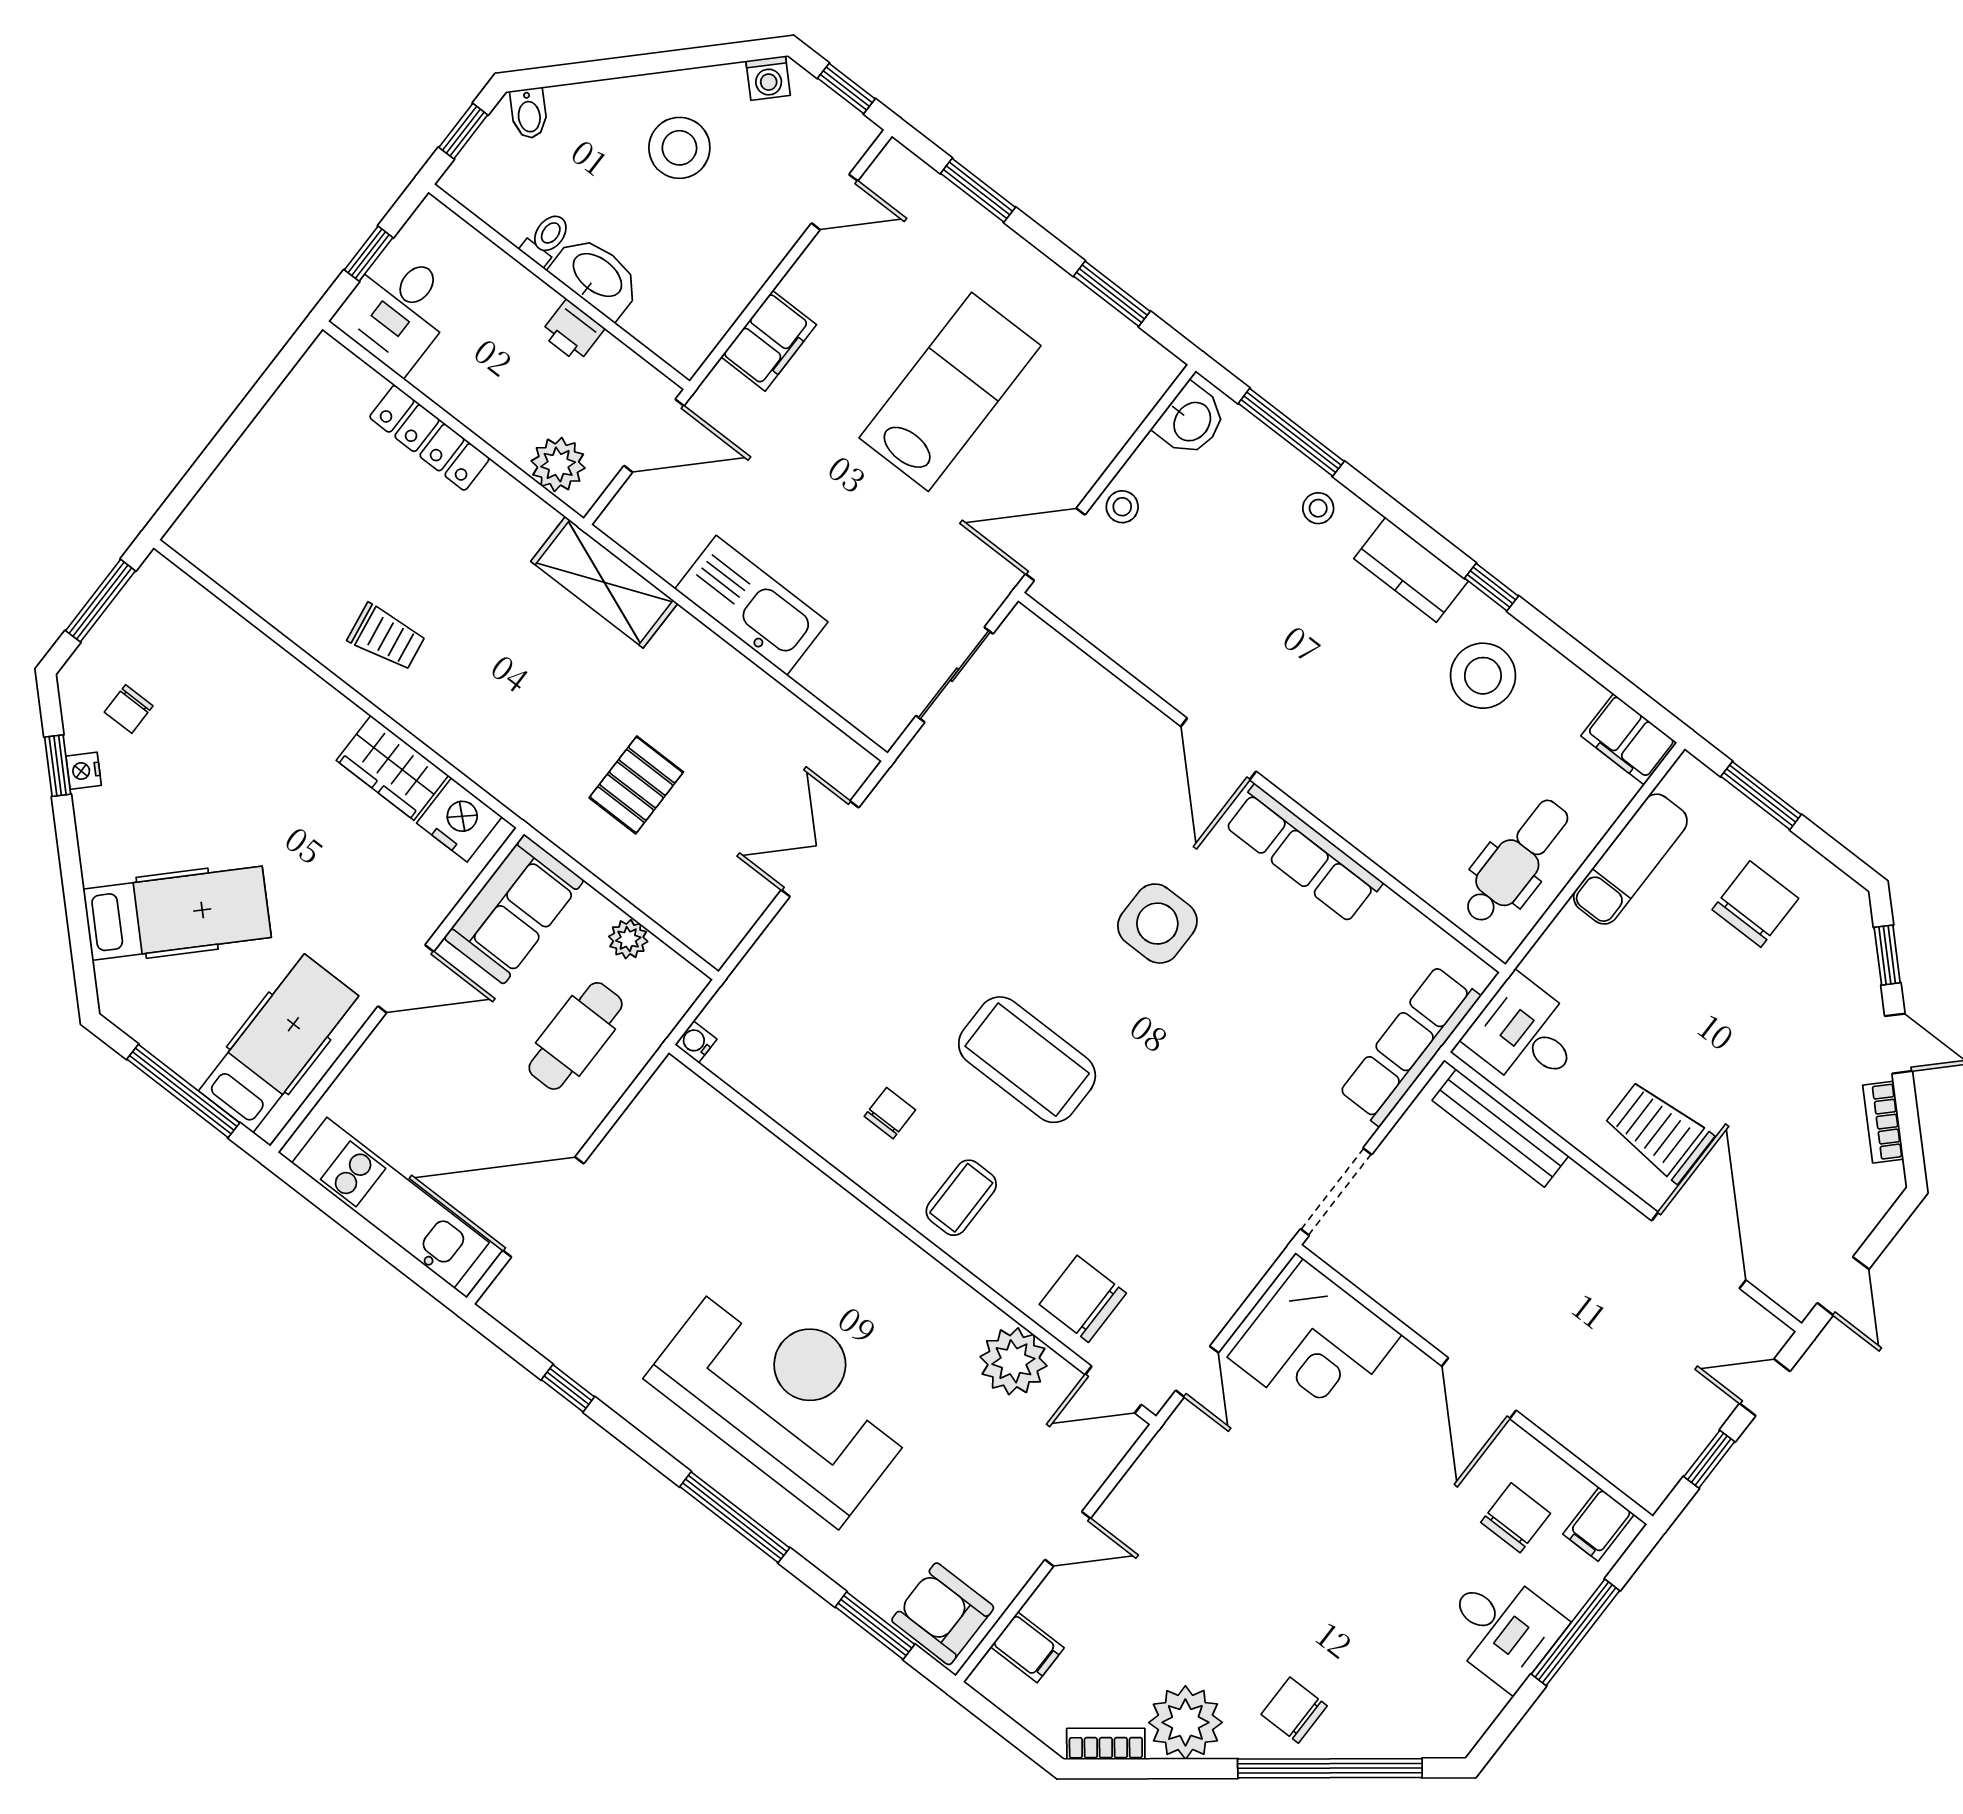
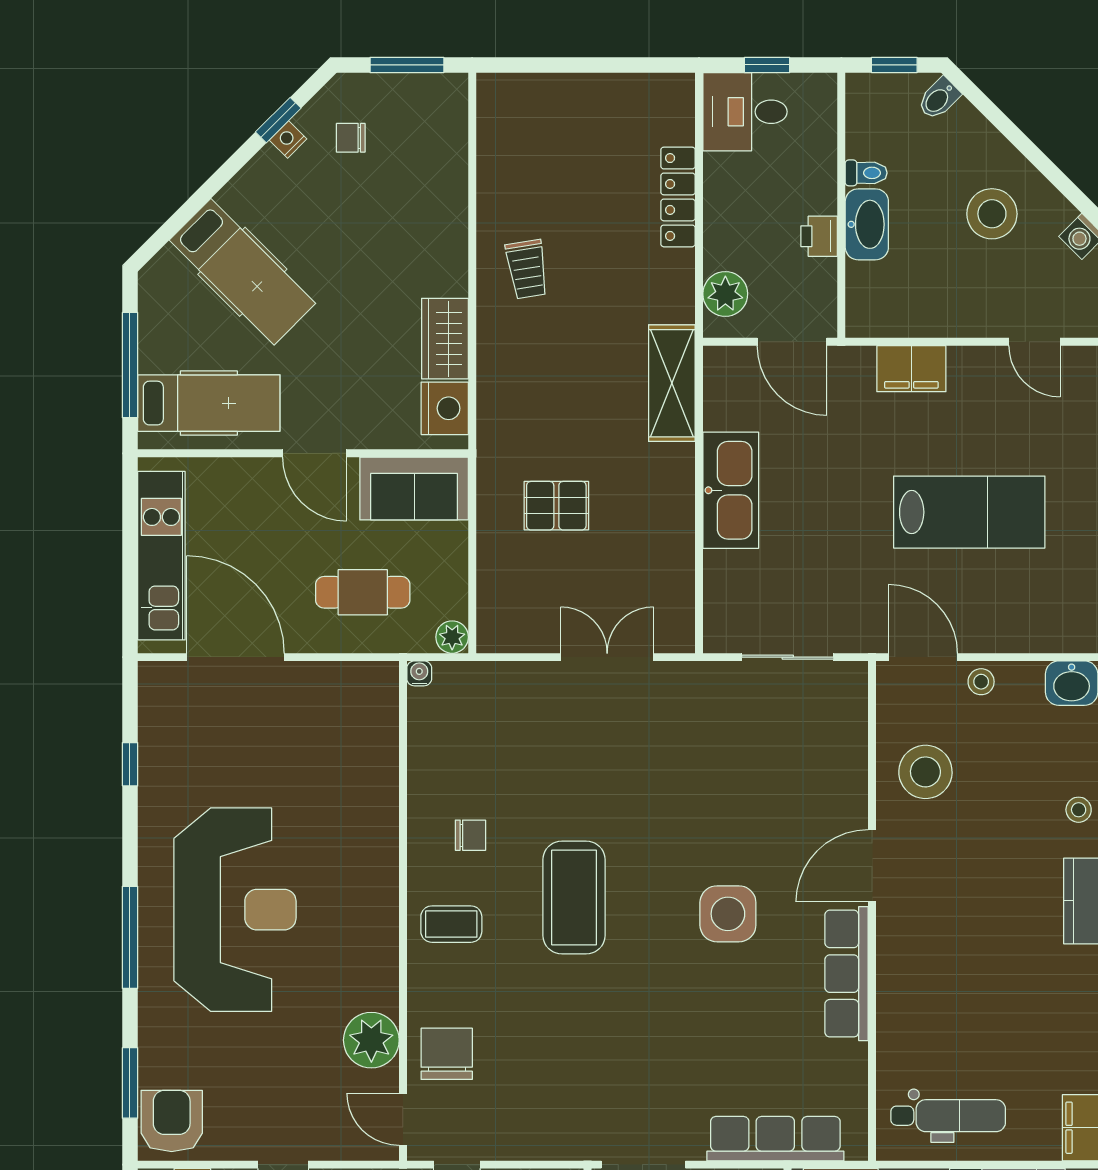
stool: (1483, 676) -> (925, 772), moved
plant: (628, 939) -> (452, 637), moved

